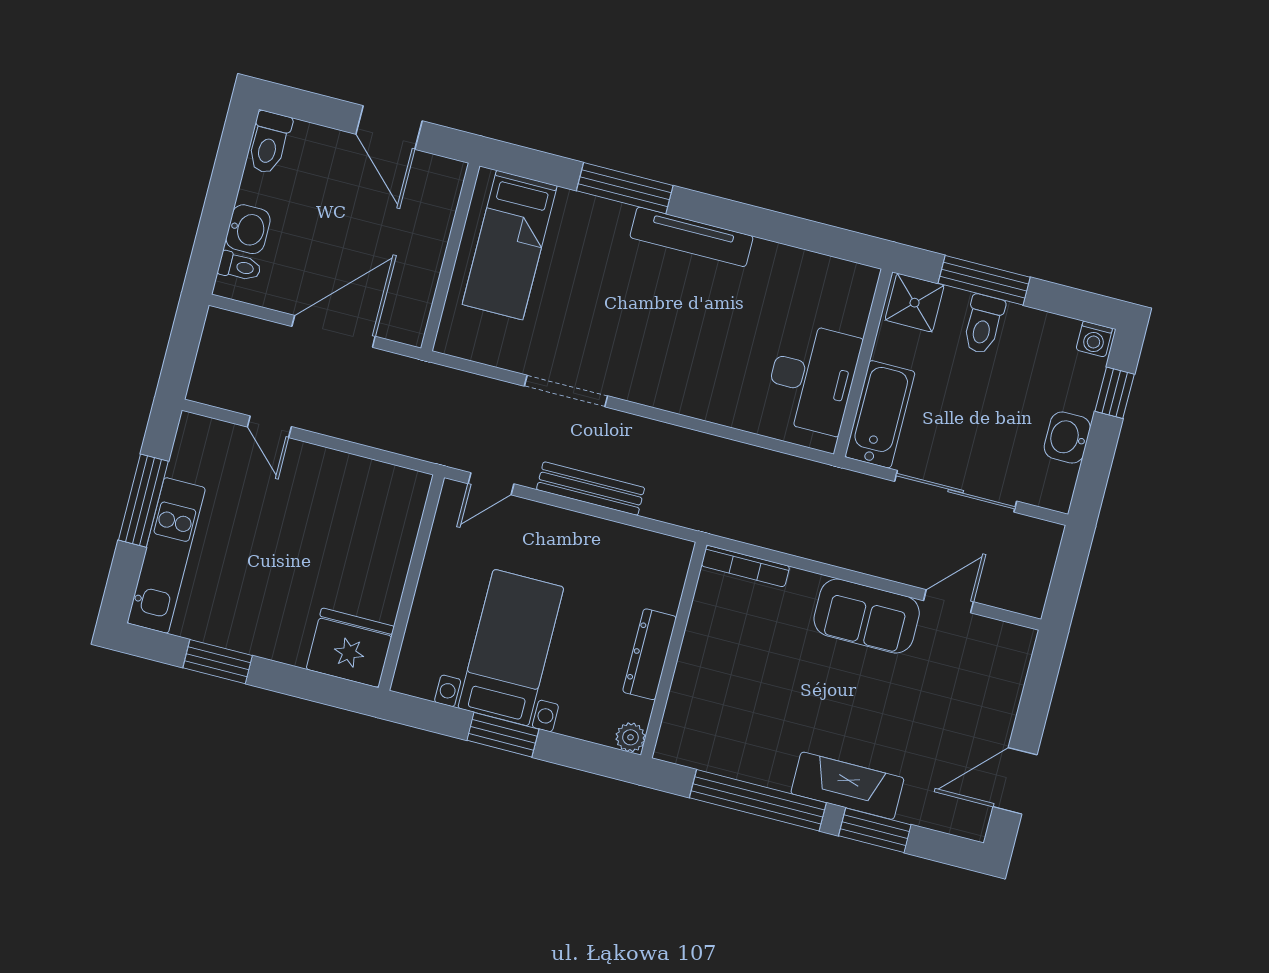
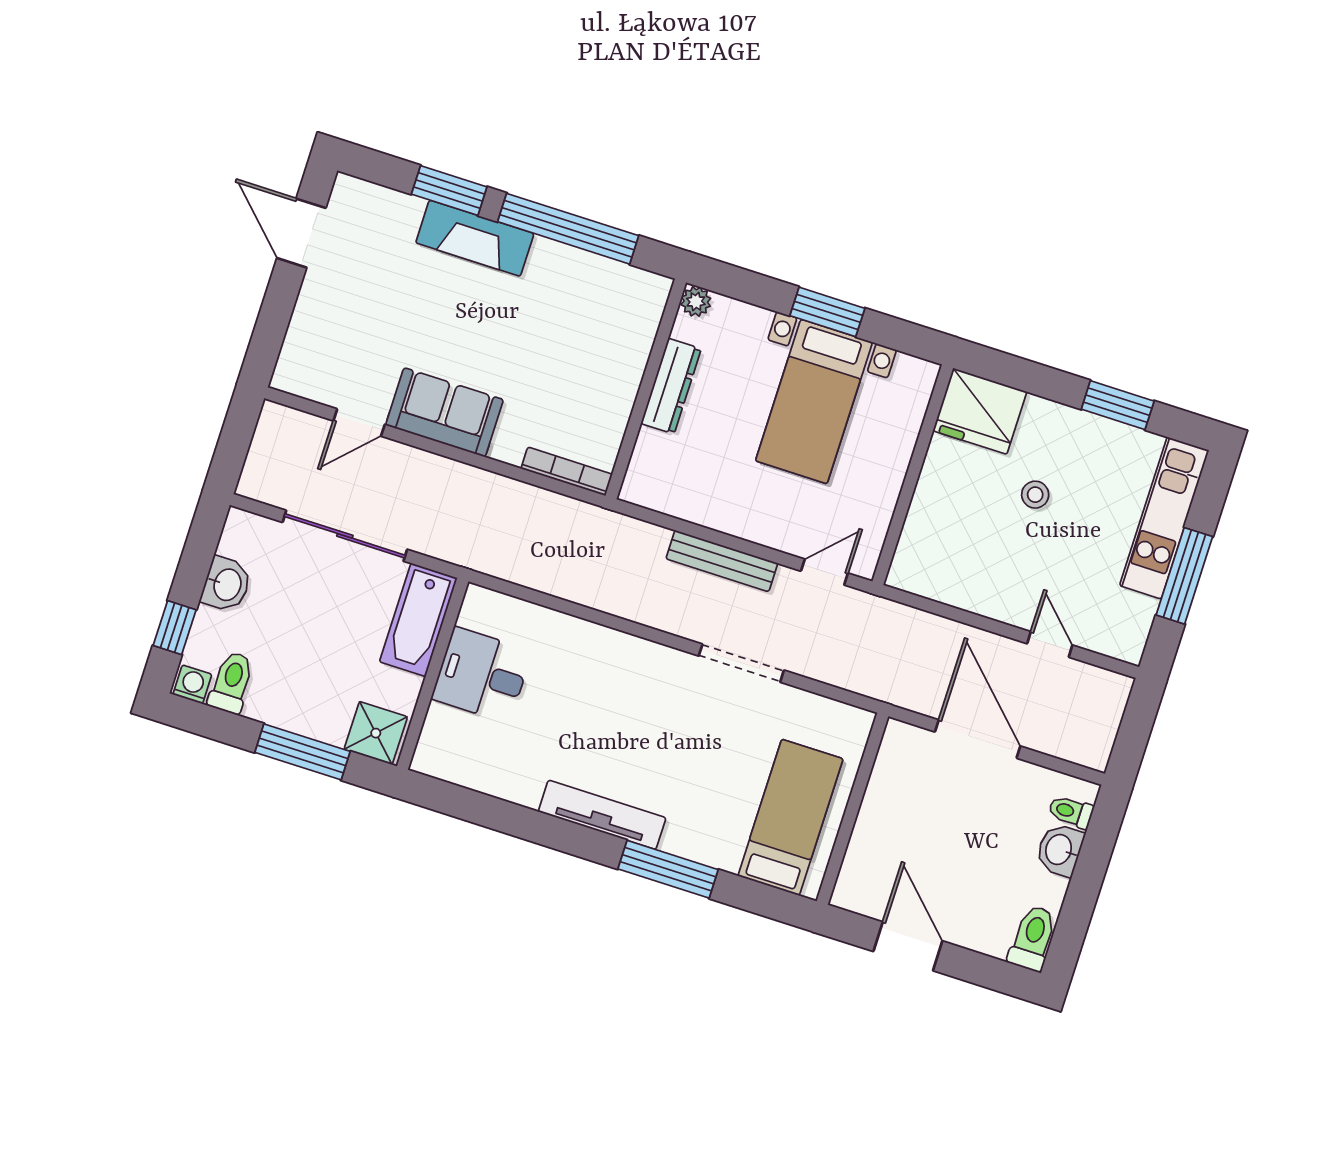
toilet: (983, 324) -> (231, 683), moved
door: (334, 331) -> (978, 739), swing flipped
desk: (812, 378) -> (482, 675), width x0.73
stool: (292, 570) -> (1035, 495), added
door: (1015, 781) -> (301, 233), swing flipped

